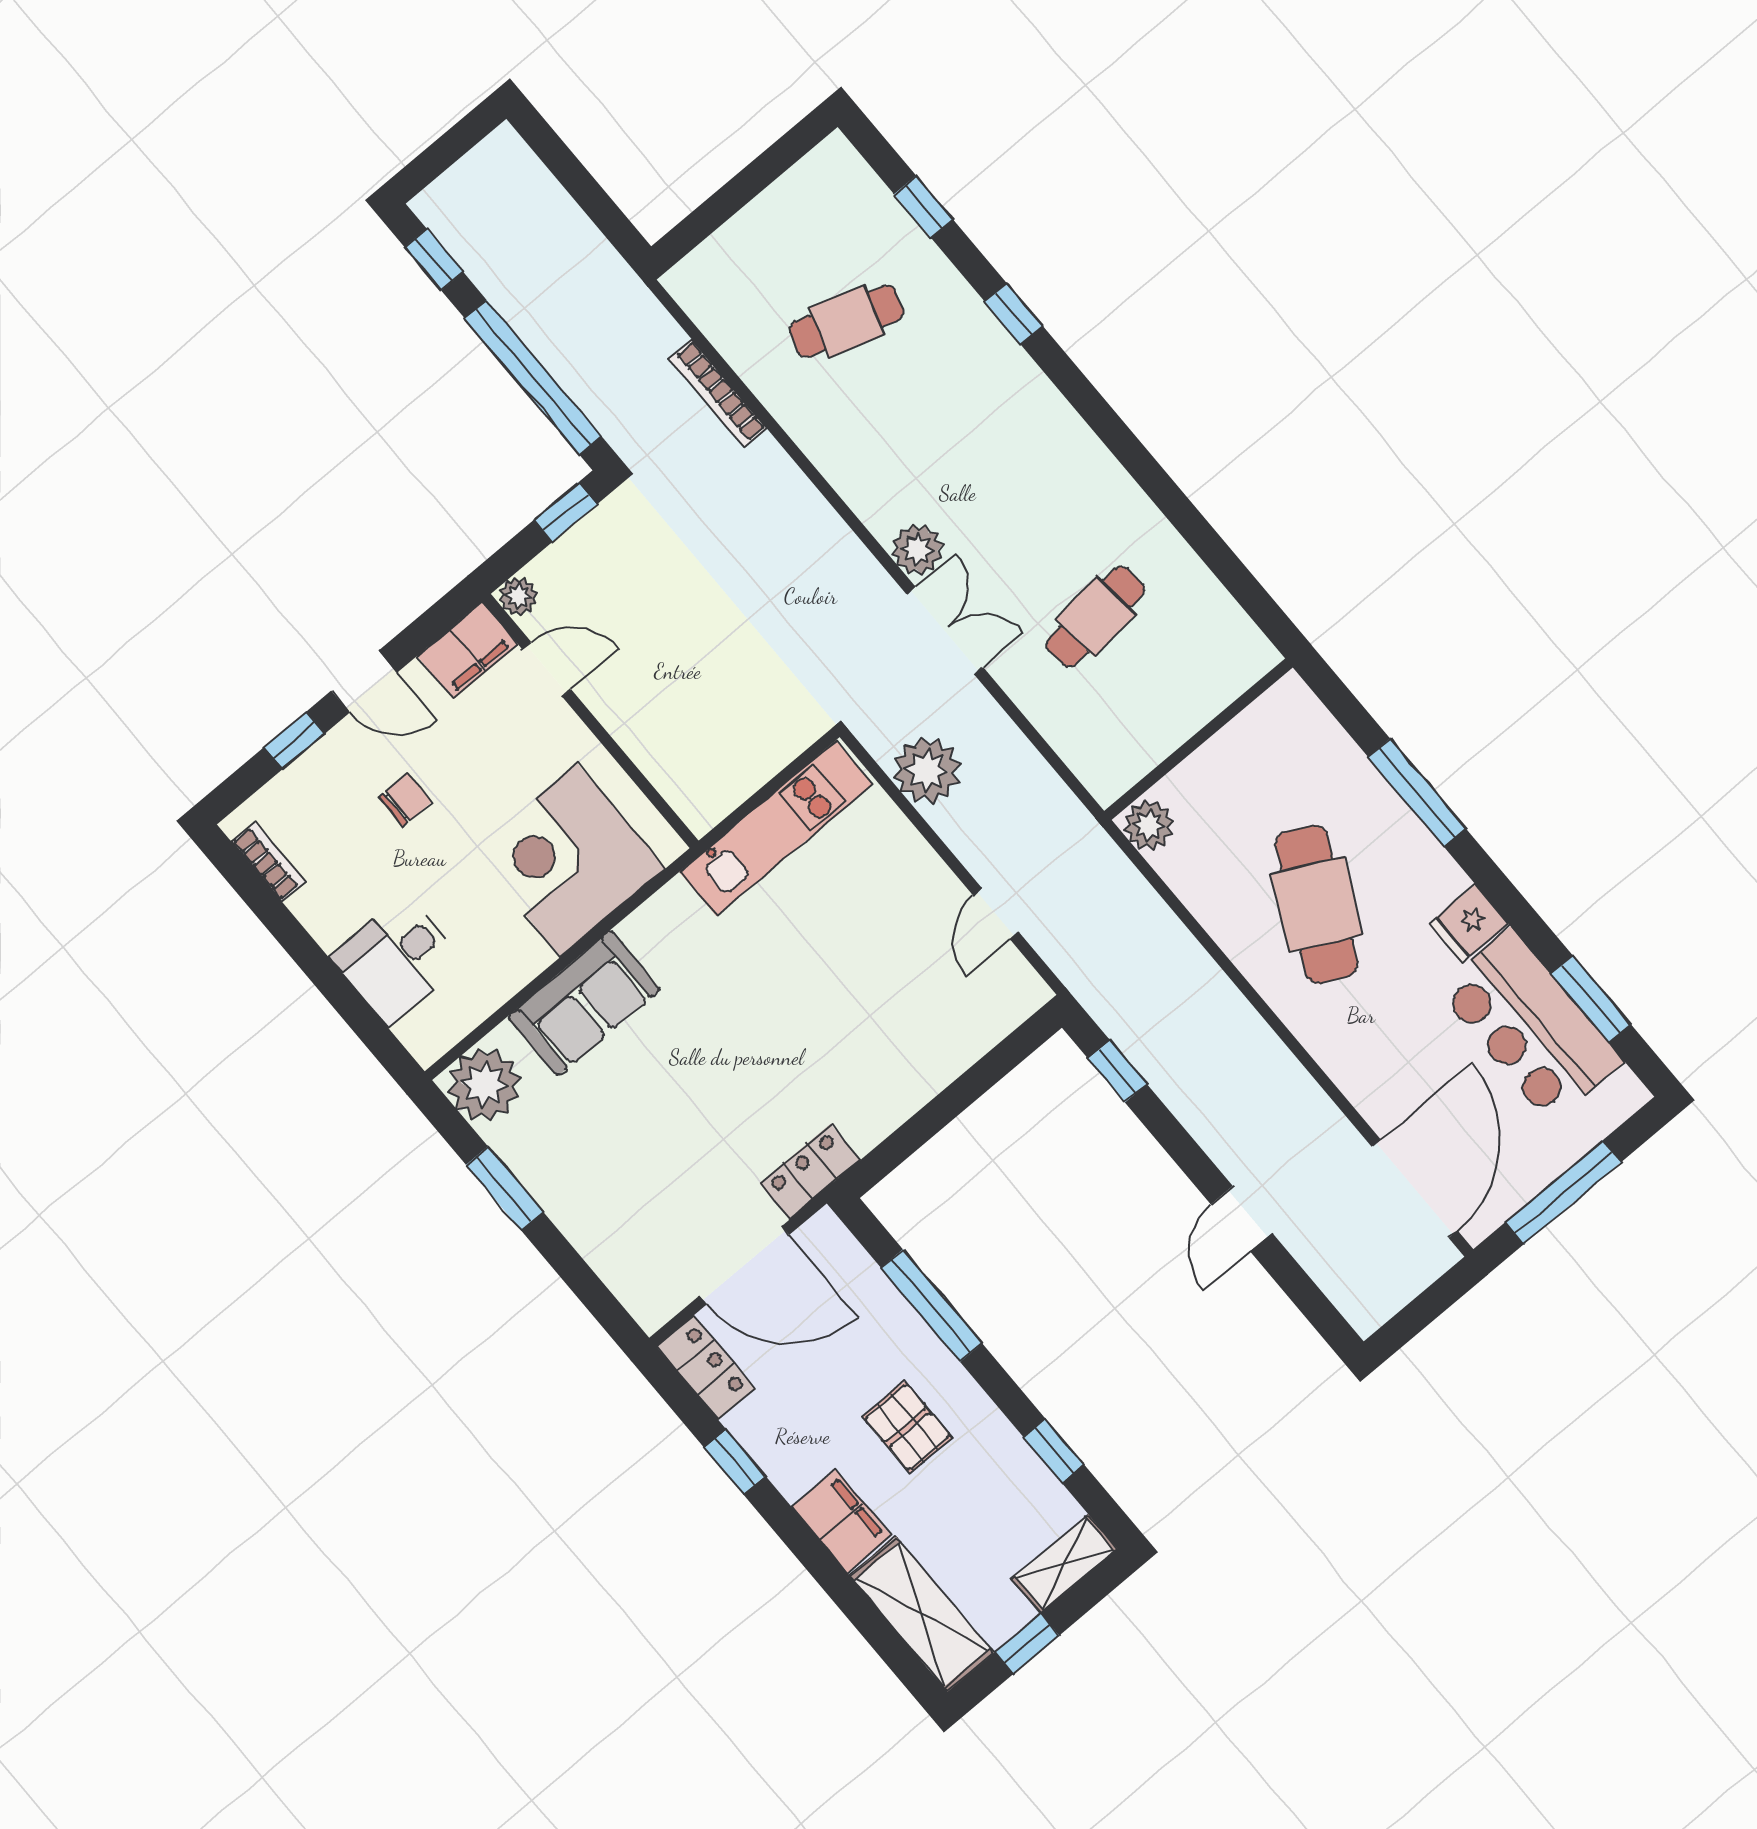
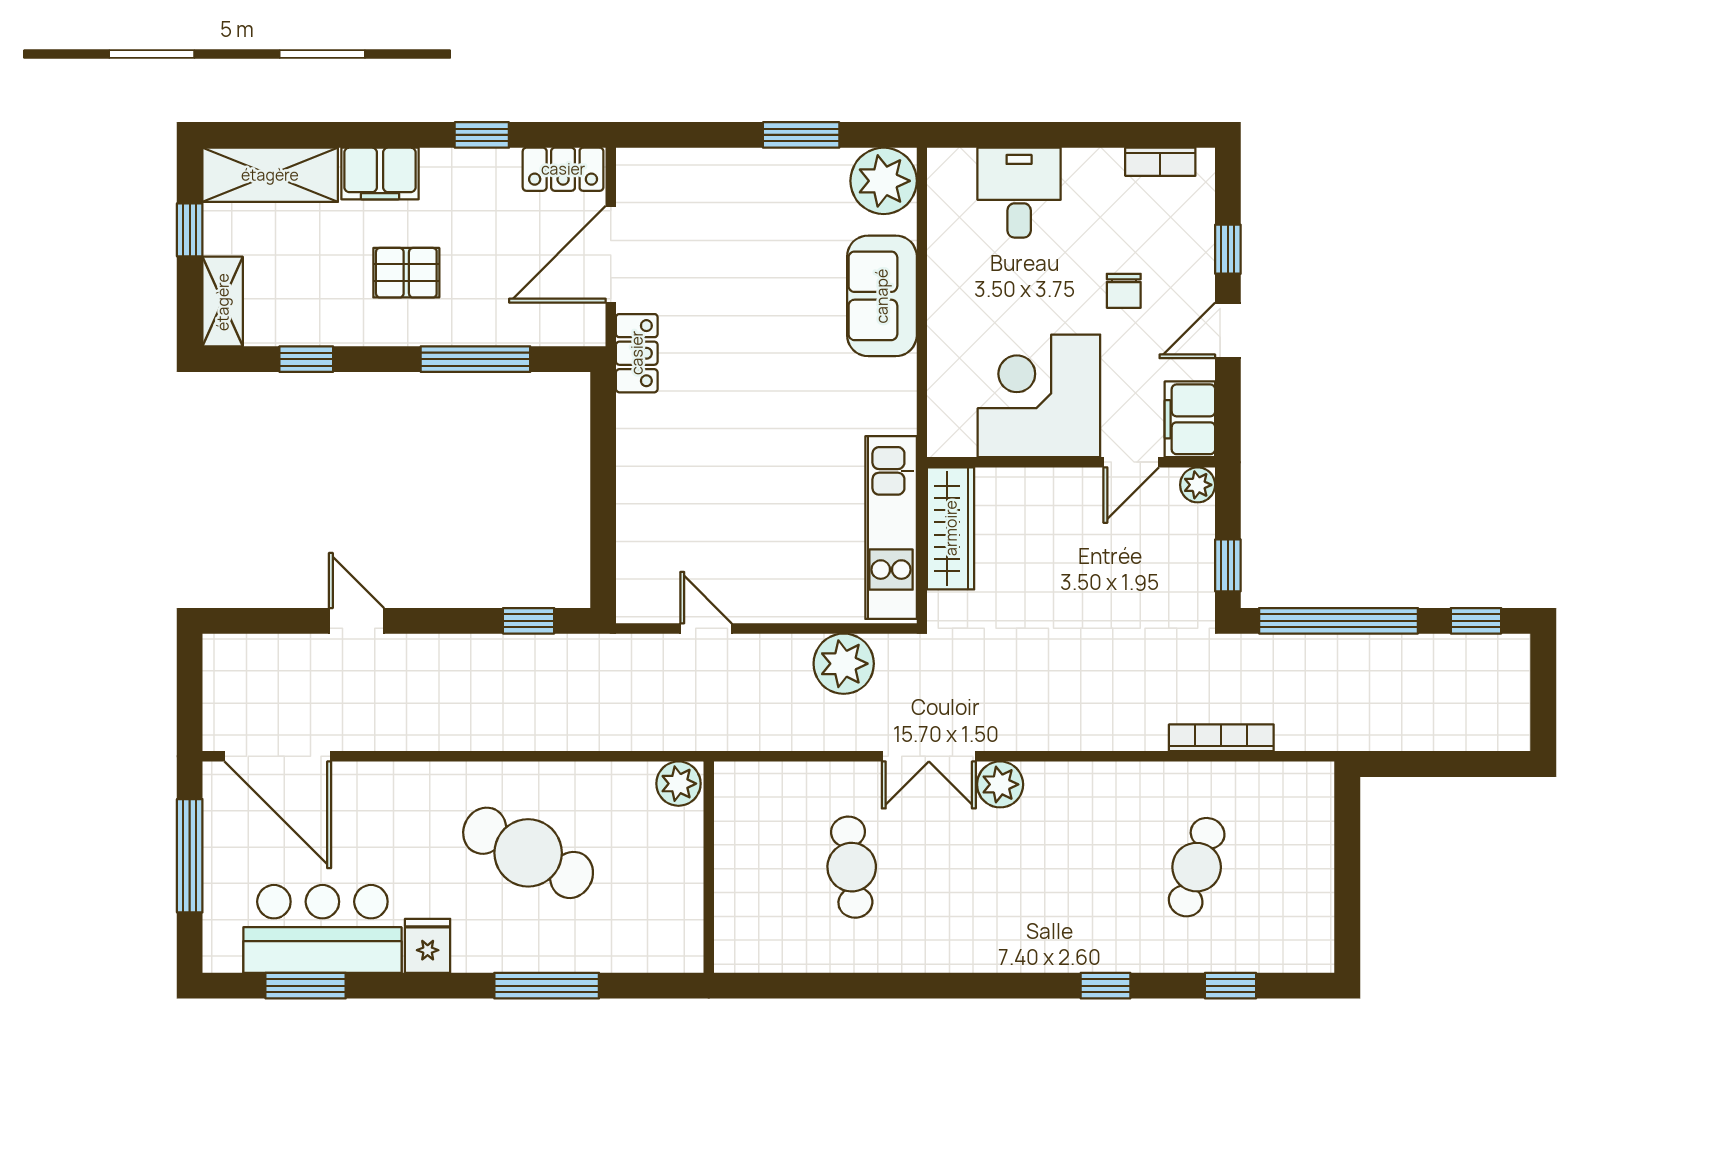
wardrobe: (734, 776) -> (951, 528), added
corner desk: (569, 860) -> (1039, 396), moved, turned -90

